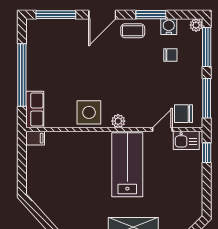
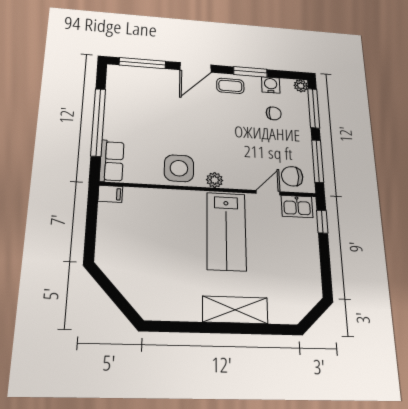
lab bench: (127, 165) -> (226, 231), turned 180

